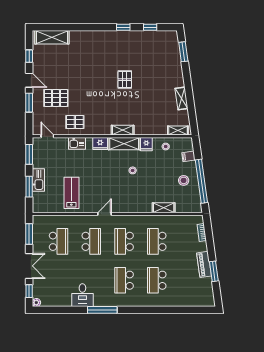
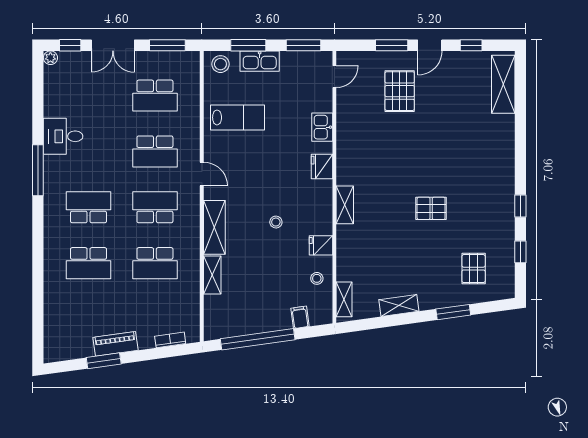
window: (183, 52) -> (453, 312), moved
pallet: (75, 122) -> (474, 269), moved
shelving: (124, 144) -> (214, 227), moved
stool: (184, 180) -> (220, 64), moved
school desk: (157, 241) -> (155, 263), turned 180
school desk: (157, 280) -> (89, 263), turned 180

